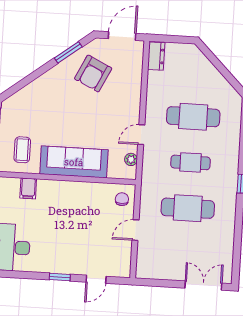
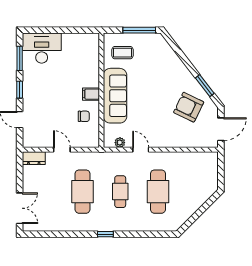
door: (122, 36) -> (221, 129), hinge flipped
dresser: (156, 56) -> (34, 158), moved
filing cabinet: (28, 188) -> (91, 94), moved
chair: (122, 199) -> (84, 116), moved
window: (22, 275) -> (20, 58), added

